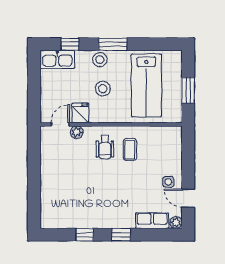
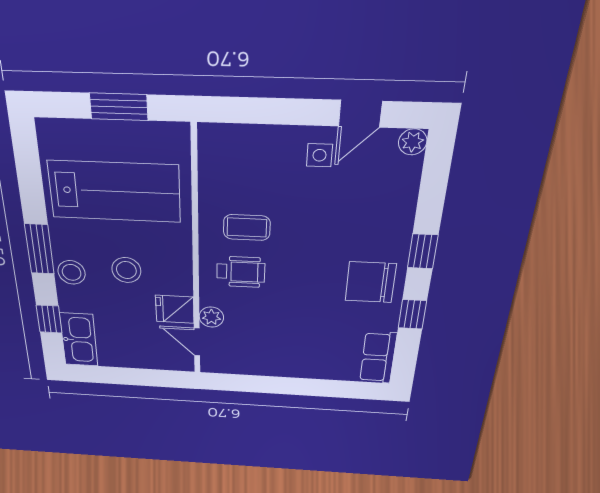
chair: (103, 212) -> (371, 282), added
row of seats: (152, 221) -> (378, 358), moved

